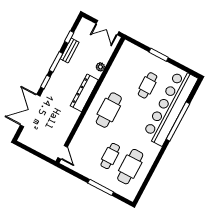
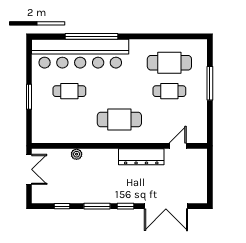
bench: (70, 51) -> (76, 198), removed
dresser: (84, 93) -> (141, 157), moved
door: (63, 152) -> (178, 146), moved

